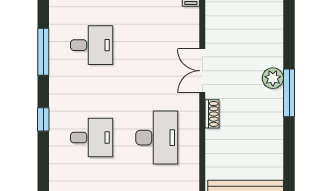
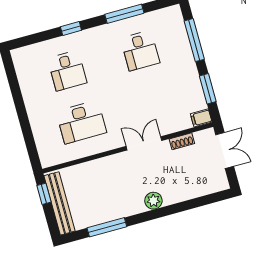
window: (289, 93) -> (107, 227), moved
shoe rack: (212, 114) -> (182, 141), moved

